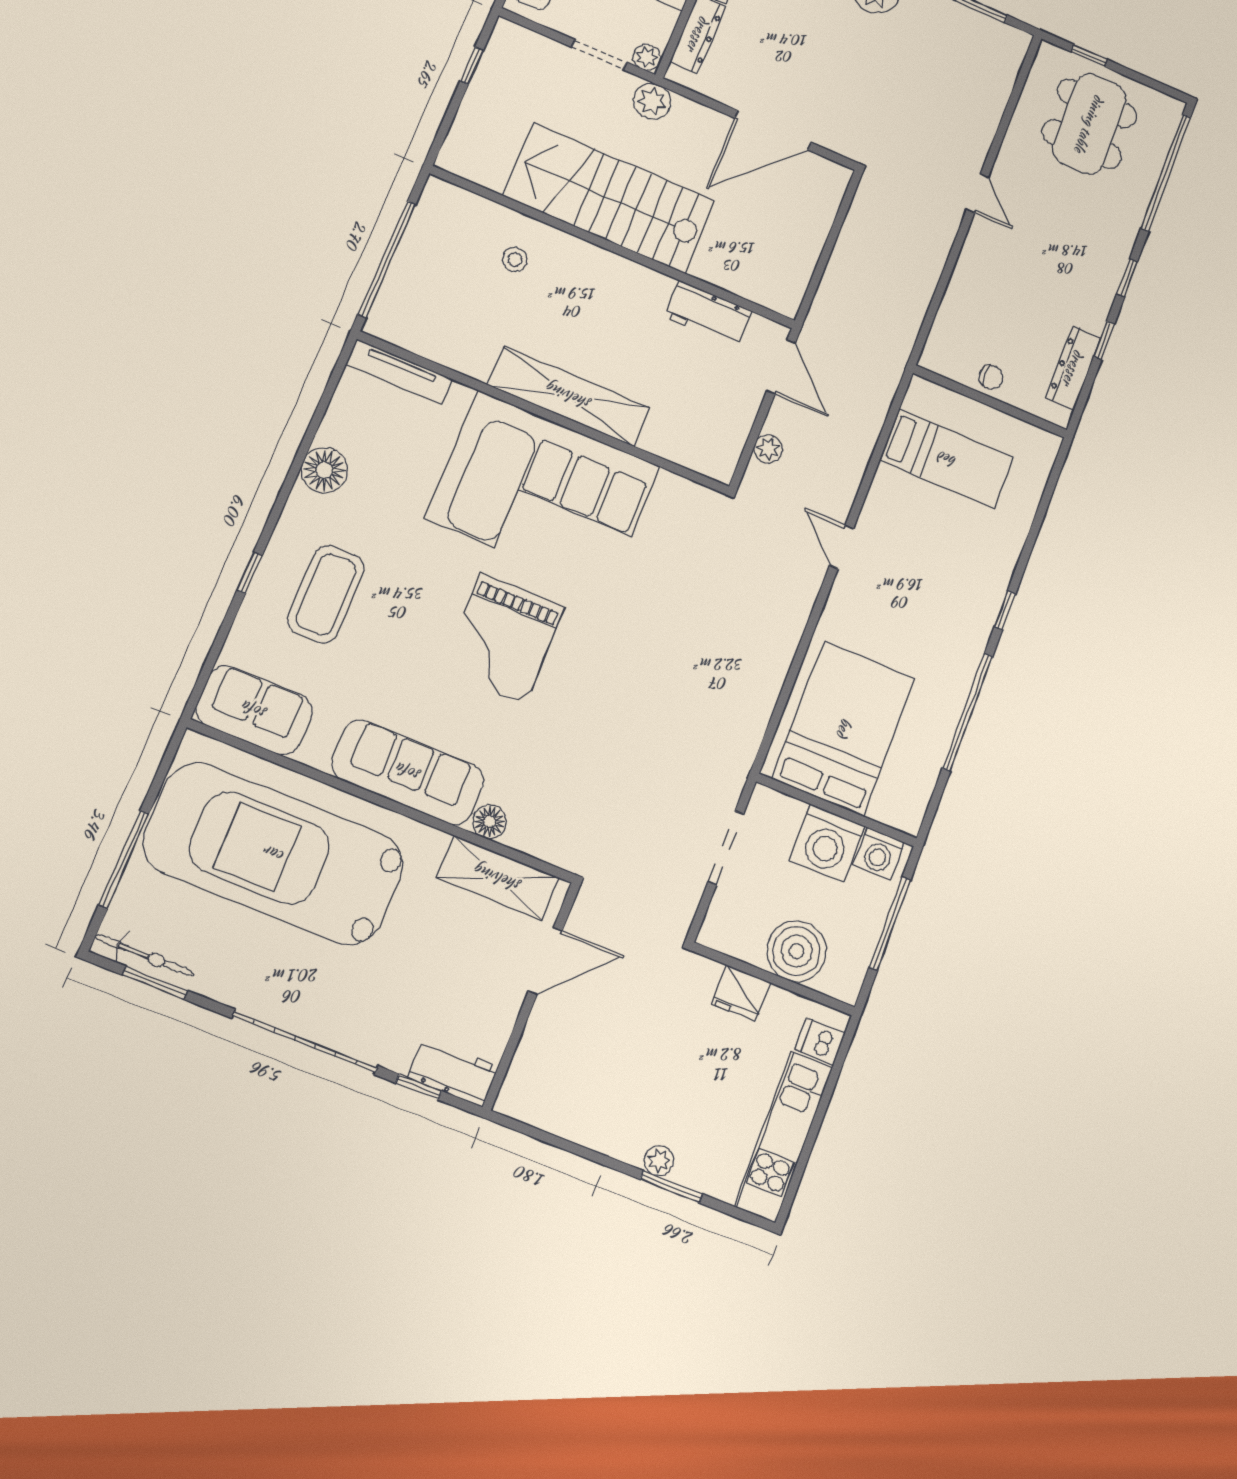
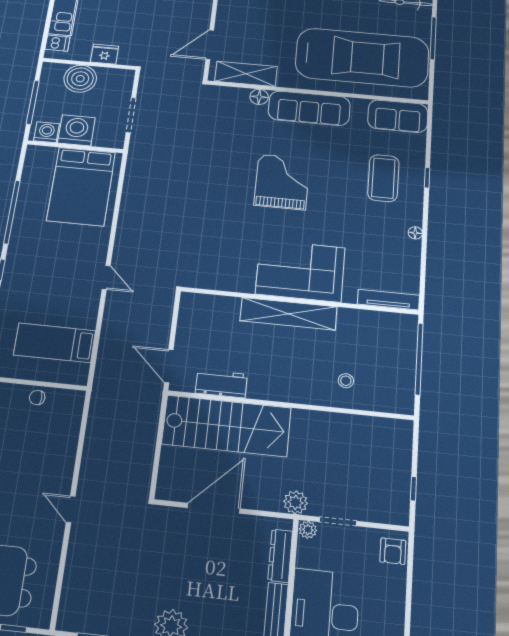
stairs: (609, 198) -> (226, 426), moved
plant: (768, 449) -> (164, 318), removed
floor lamp: (324, 470) -> (415, 233), width x0.53, depth x0.53
corner sofa: (543, 492) -> (300, 271), width x0.73, depth x0.74

